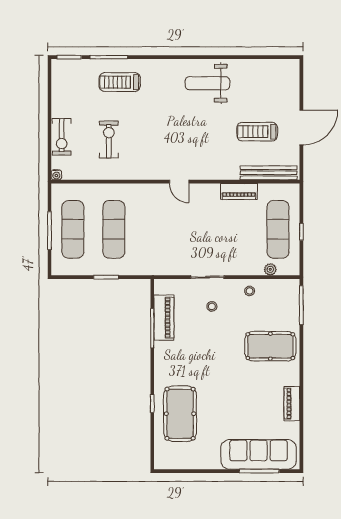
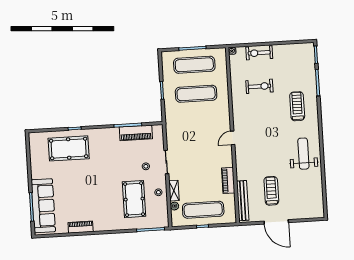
treadmill: (120, 82) -> (297, 106), moved
shelving: (249, 269) -> (174, 191), added
pool table: (270, 346) -> (134, 199), moved

